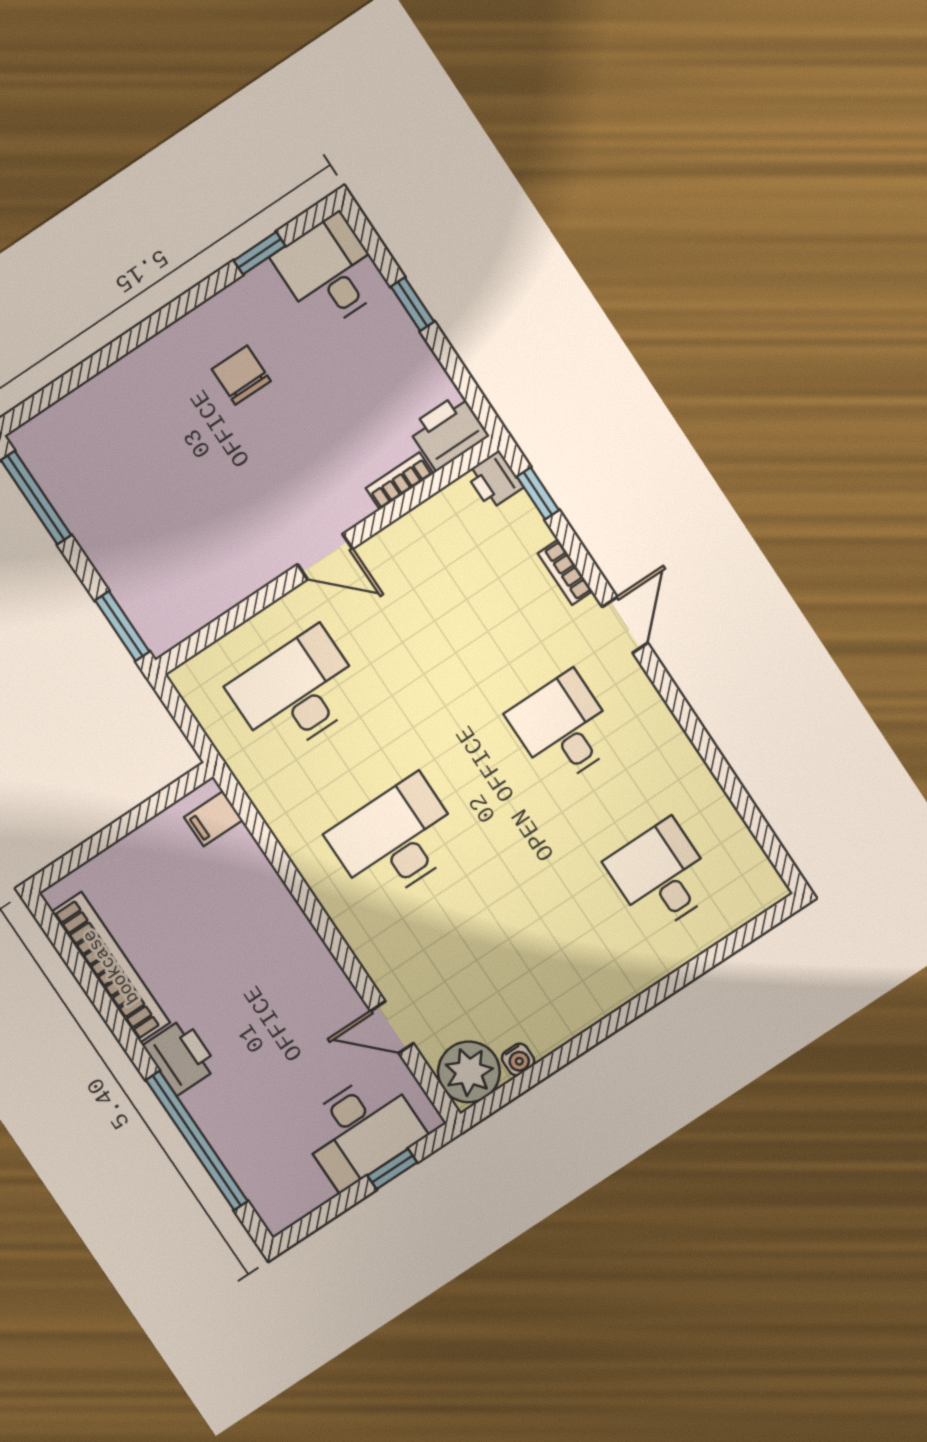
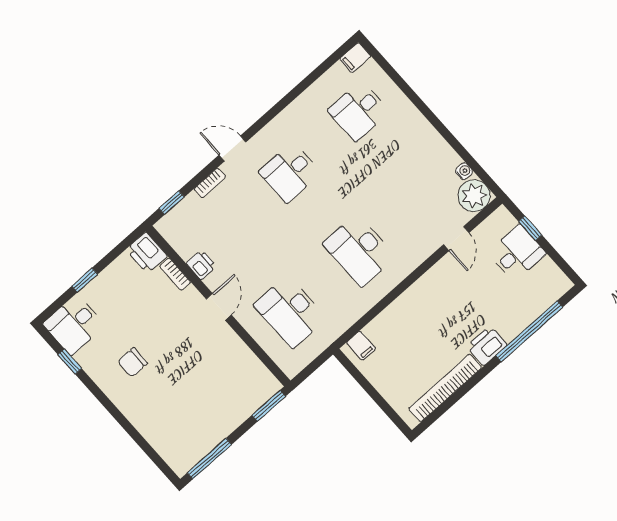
printer: (494, 480) -> (201, 265), moved, turned -90
filing cabinet: (764, 883) -> (355, 58), added
desk: (361, 1130) -> (517, 253), width x0.73

